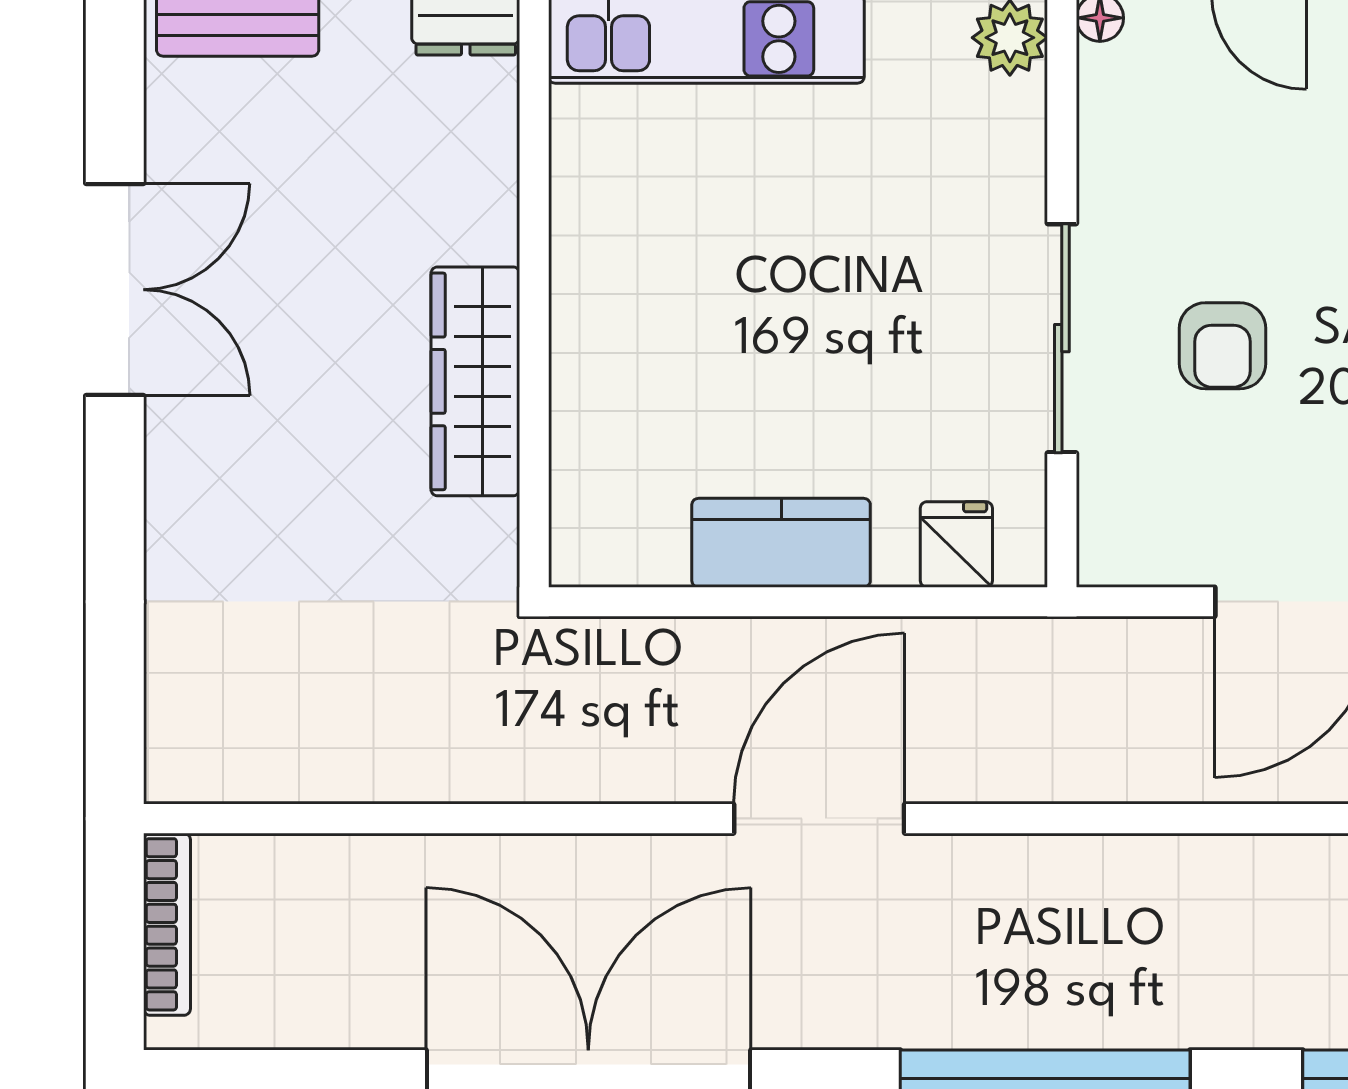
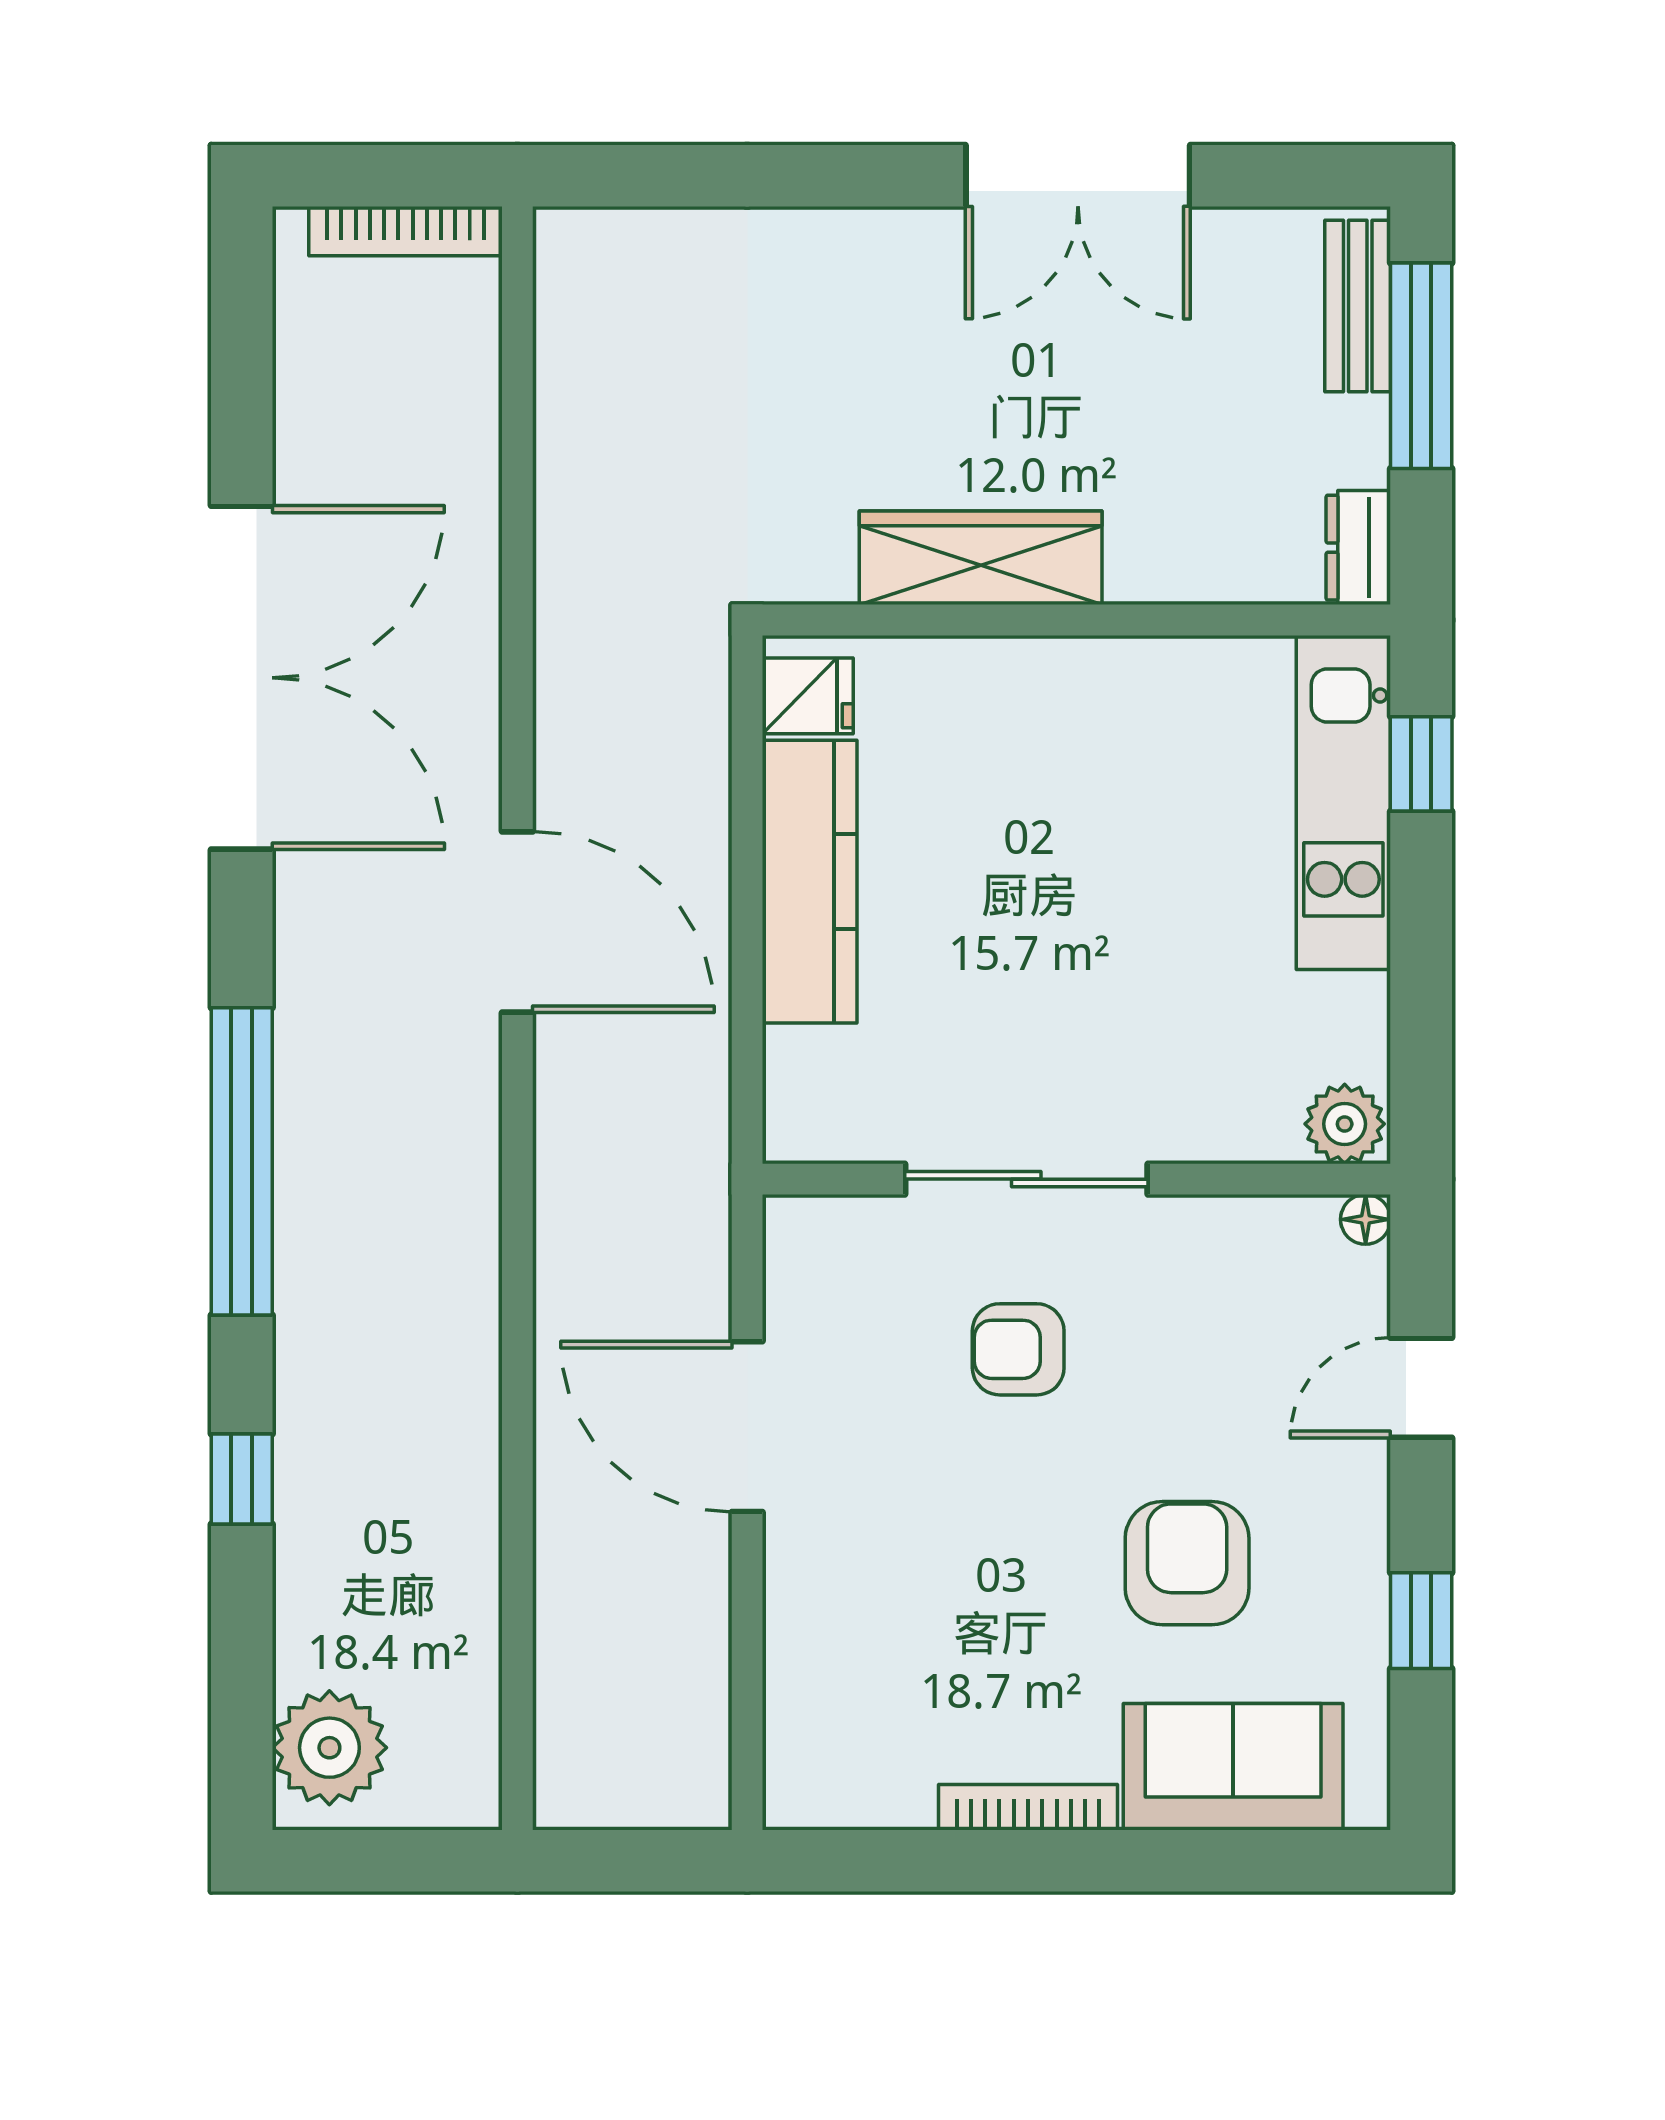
kitchen counter: (781, 543) -> (810, 882), width x1.50
fridge: (956, 544) -> (808, 696), moved

